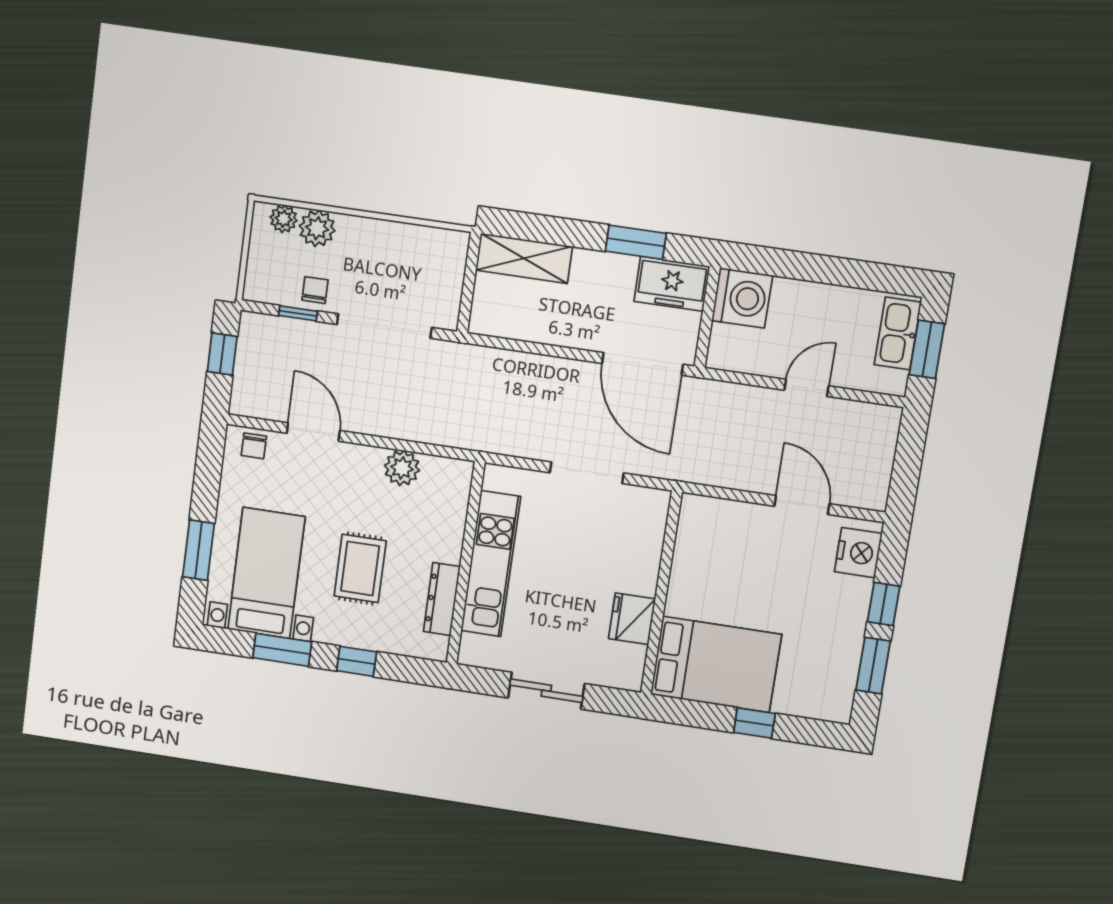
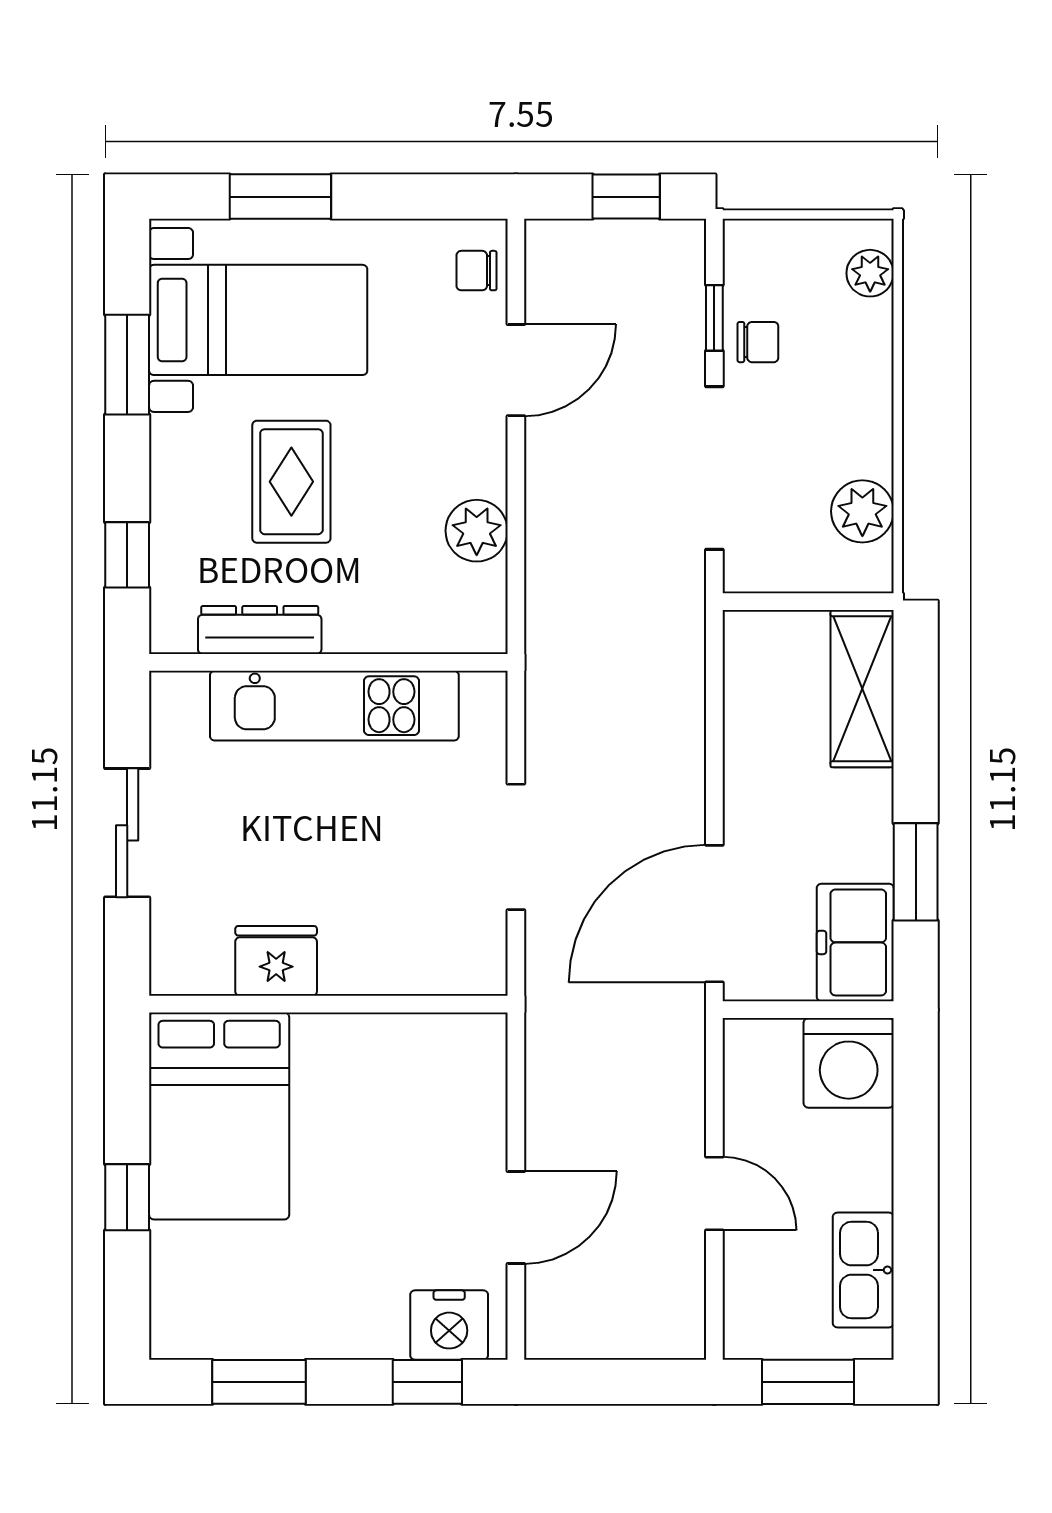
plant: (317, 228) -> (862, 511), moved
kitchen sink: (898, 333) -> (863, 1270), moved, turned -90
rug: (360, 568) -> (291, 482), turned 90
window: (884, 604) -> (427, 1382), moved
window: (357, 661) -> (127, 555), moved

